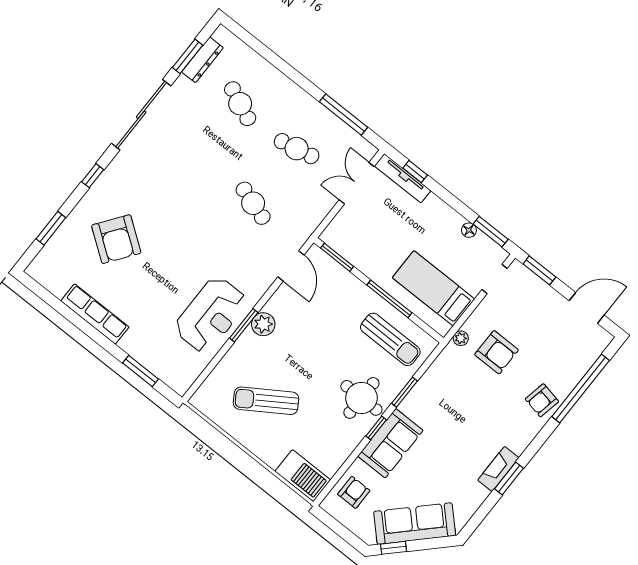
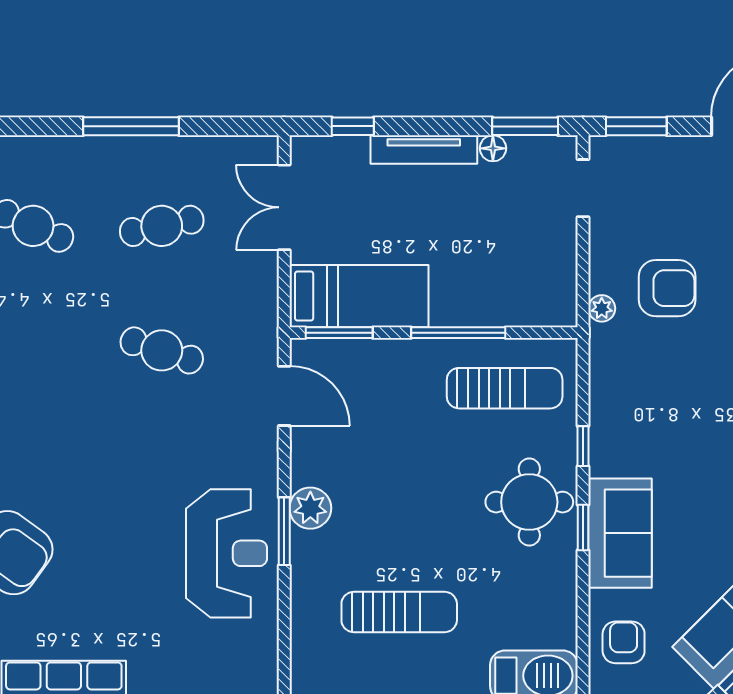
window: (343, 115) -> (131, 126), moved
tv unit: (403, 178) -> (424, 150), moved
bed: (434, 288) -> (359, 296), moved, turned 180
window: (404, 392) -> (583, 446), width x0.67
sun lounger: (266, 401) -> (399, 612), turned -147

